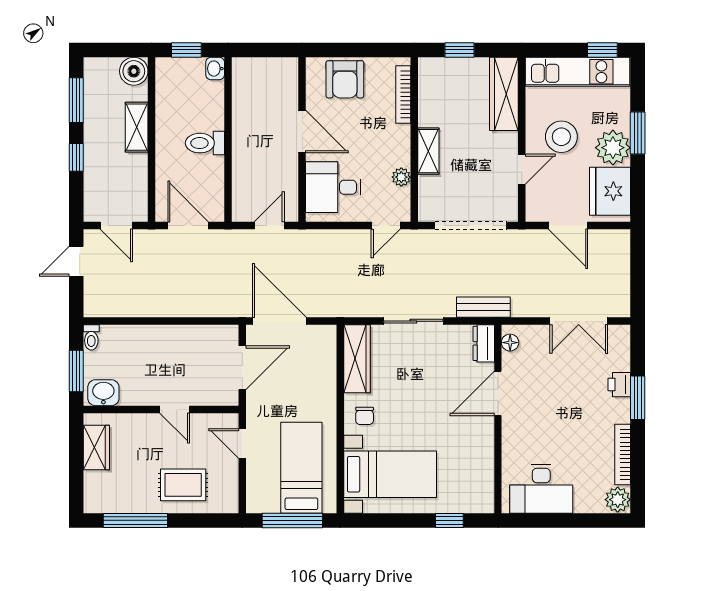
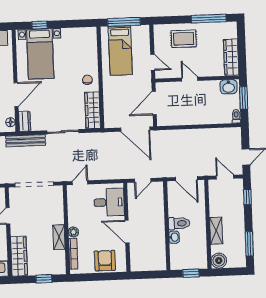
washbasin: (215, 69) -> (174, 237), moved
shelving: (428, 151) -> (59, 237), moved
window: (76, 157) -> (247, 197), moved
plant: (401, 177) -> (73, 232), moved
bench: (483, 307) -> (26, 141), width x1.36
wardrobe: (96, 447) -> (231, 57), width x1.50
bed with nightstands: (390, 474) -> (40, 54), moved, turned -90

